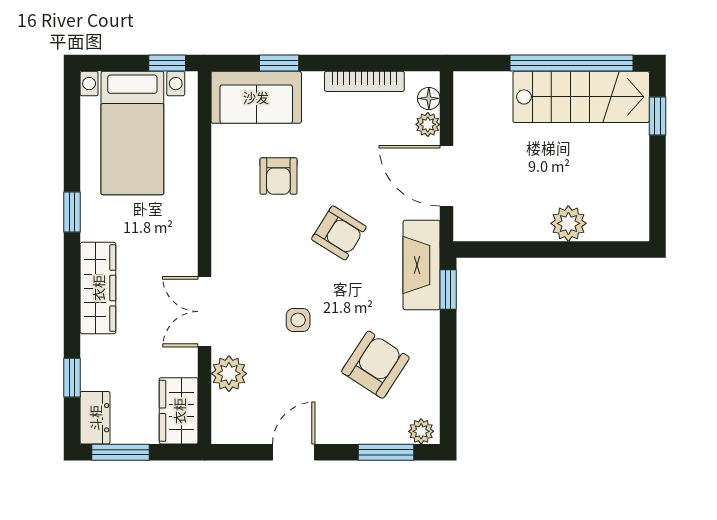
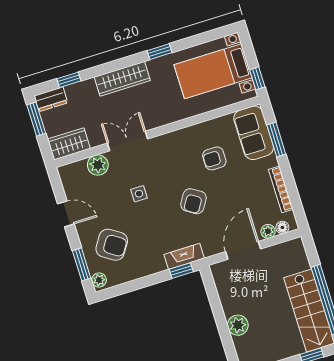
window: (279, 63) -> (276, 139), width x1.50
fireplace: (422, 265) -> (184, 256), width x0.73, depth x0.76
armchair: (375, 365) -> (112, 245), moved

